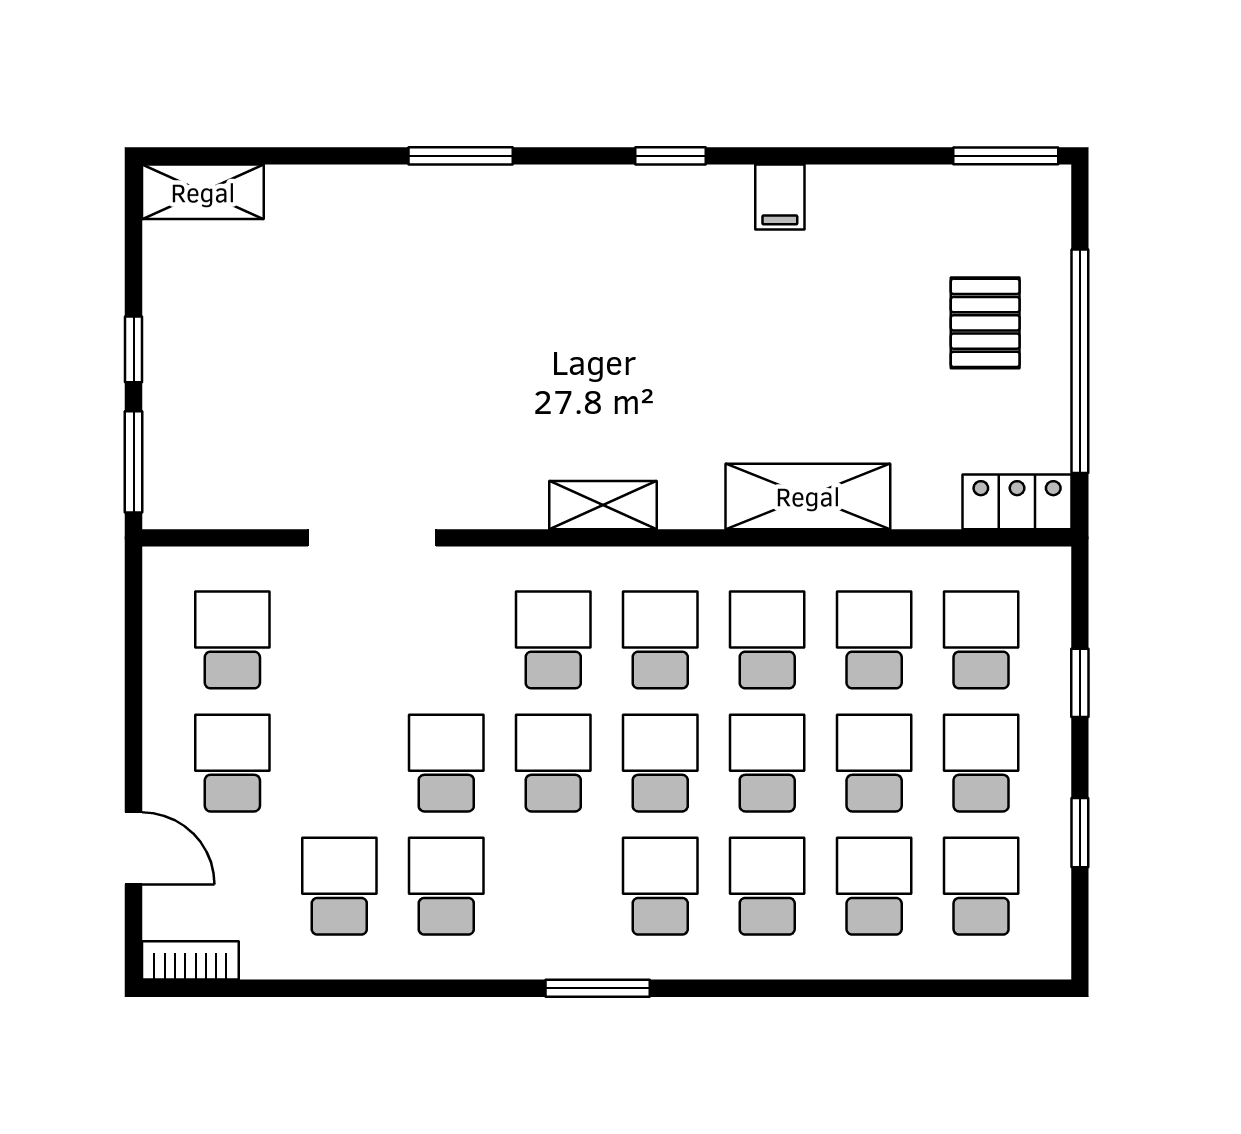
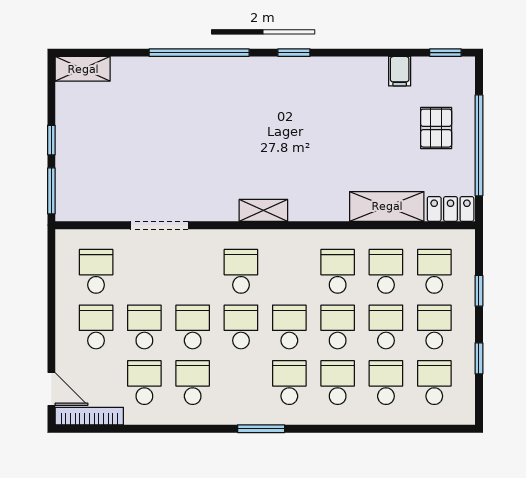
window: (461, 156) -> (199, 53), width x2.11
window: (1006, 156) -> (445, 53), width x0.67
filing cabinet: (780, 197) -> (400, 71), moved
shelving: (808, 496) -> (387, 206), moved
school desk: (660, 640) -> (144, 327), moved
door: (134, 848) -> (51, 389), moved
bookcase: (190, 960) -> (89, 416), width x1.56

